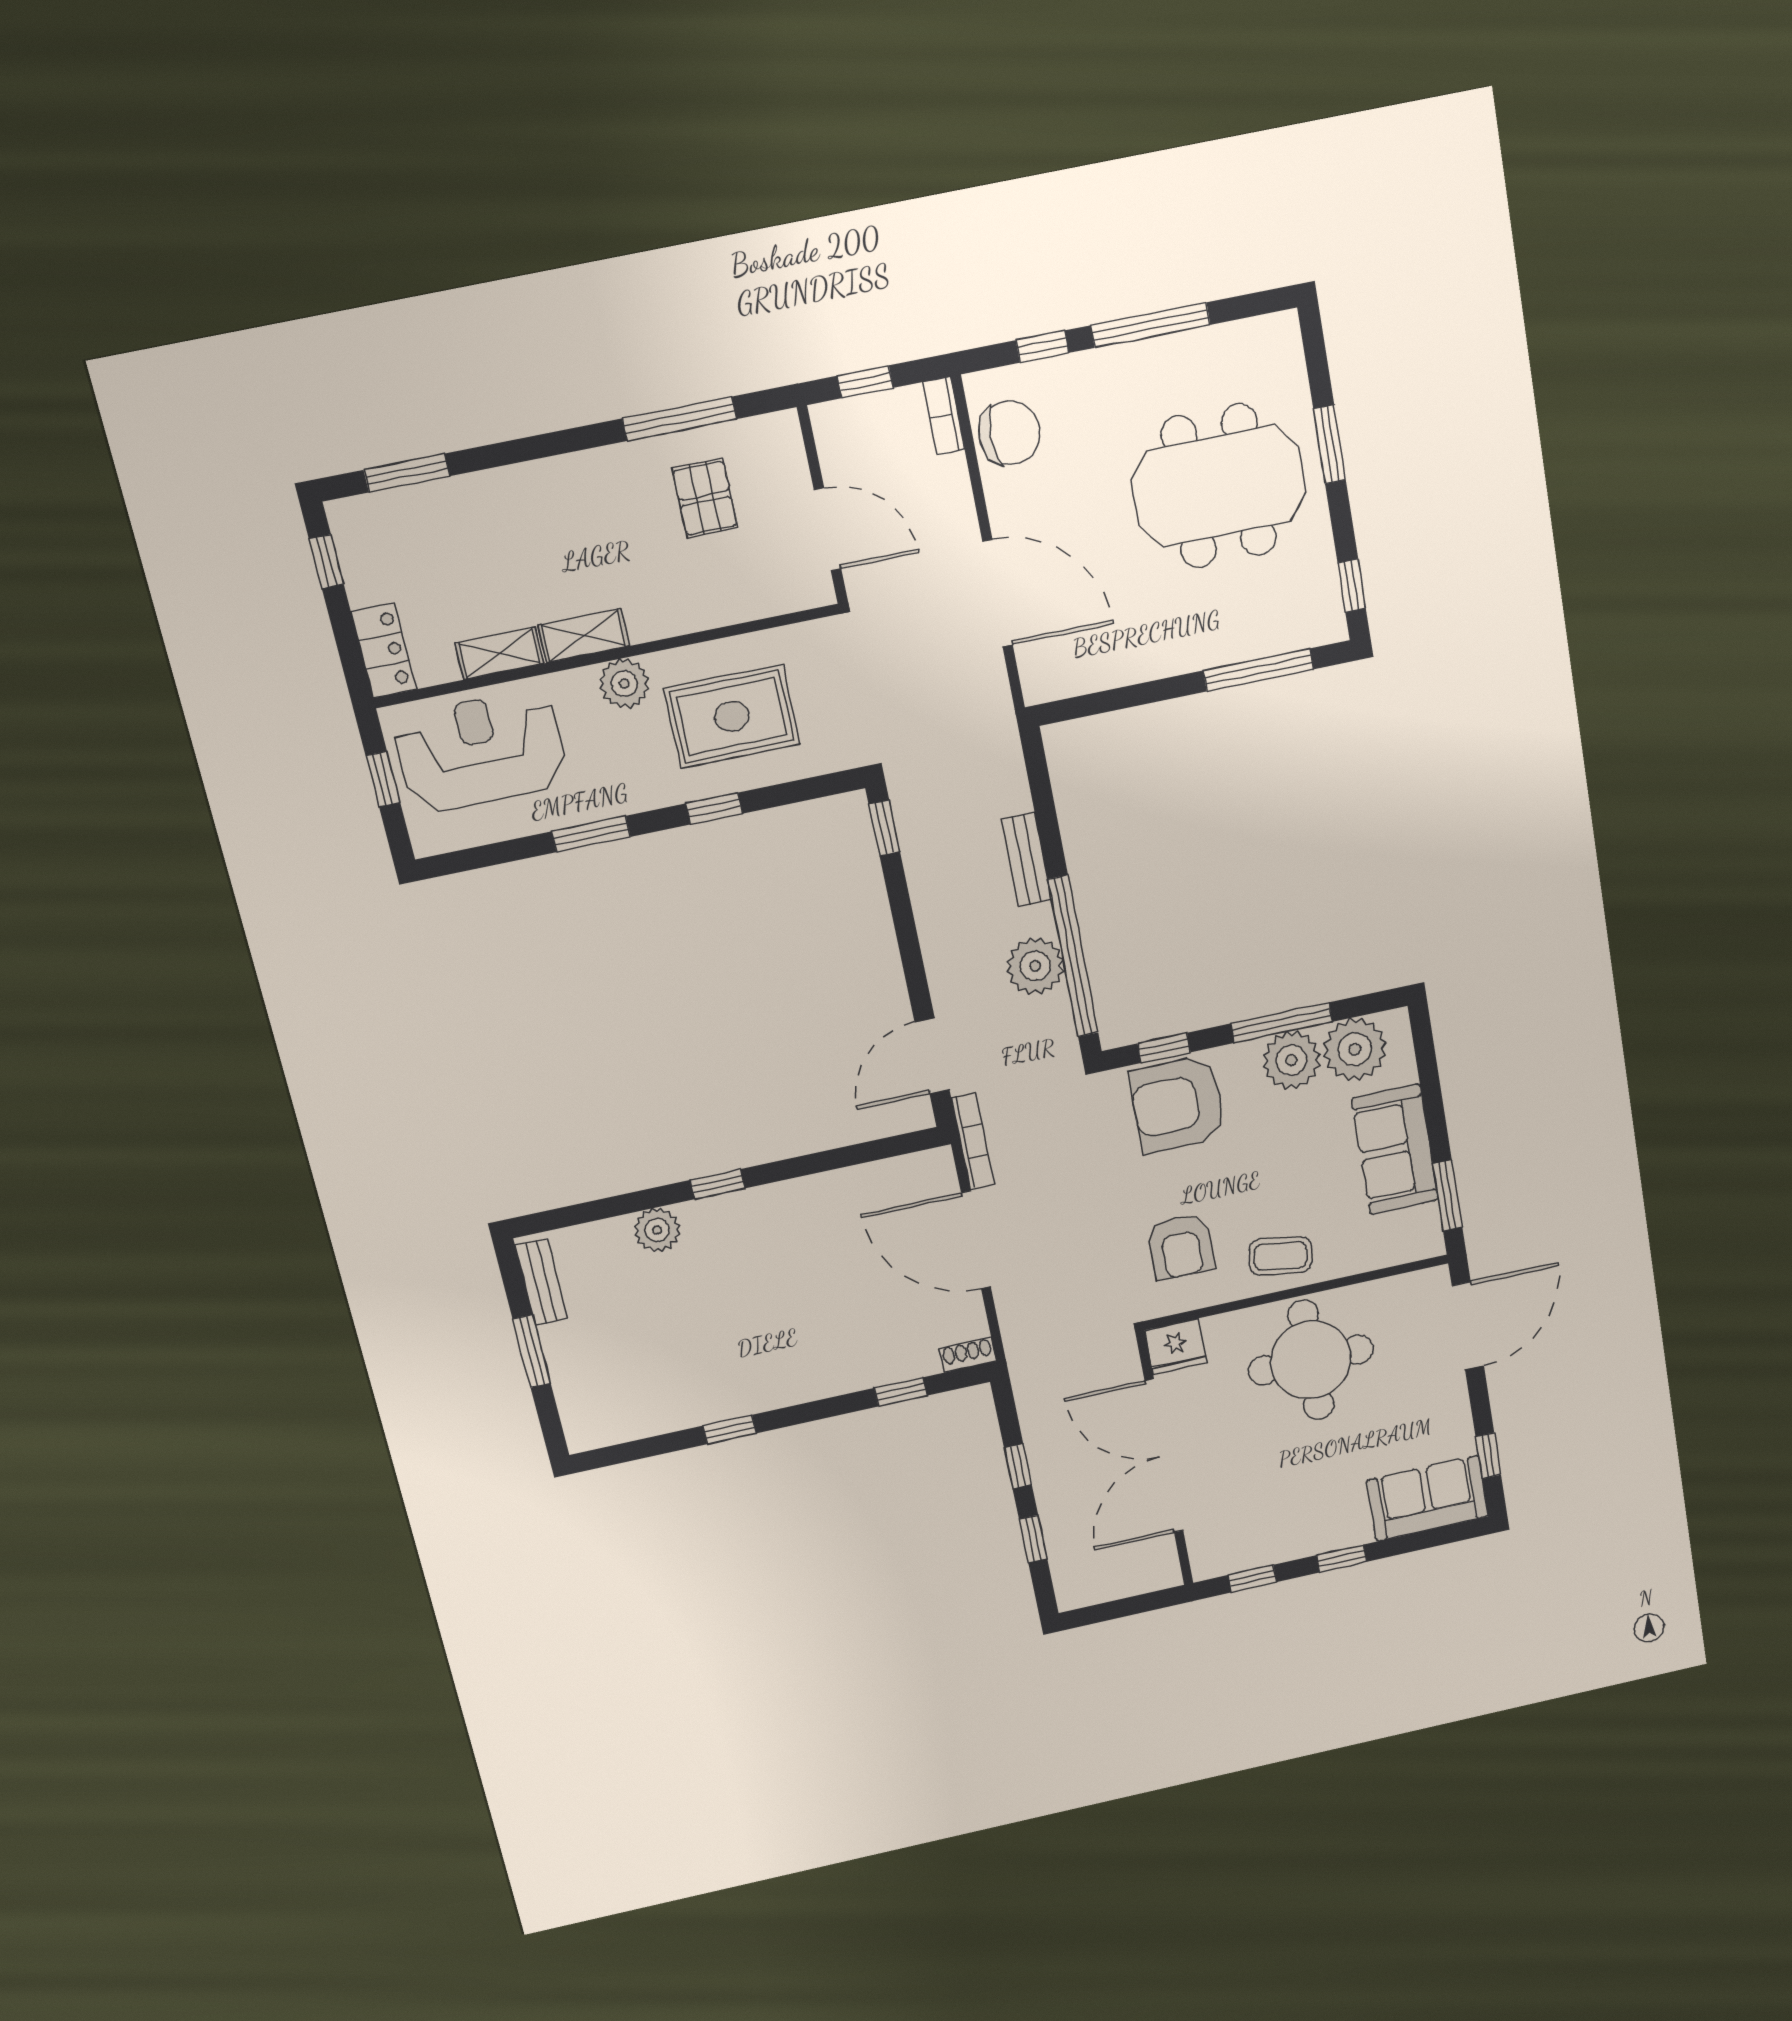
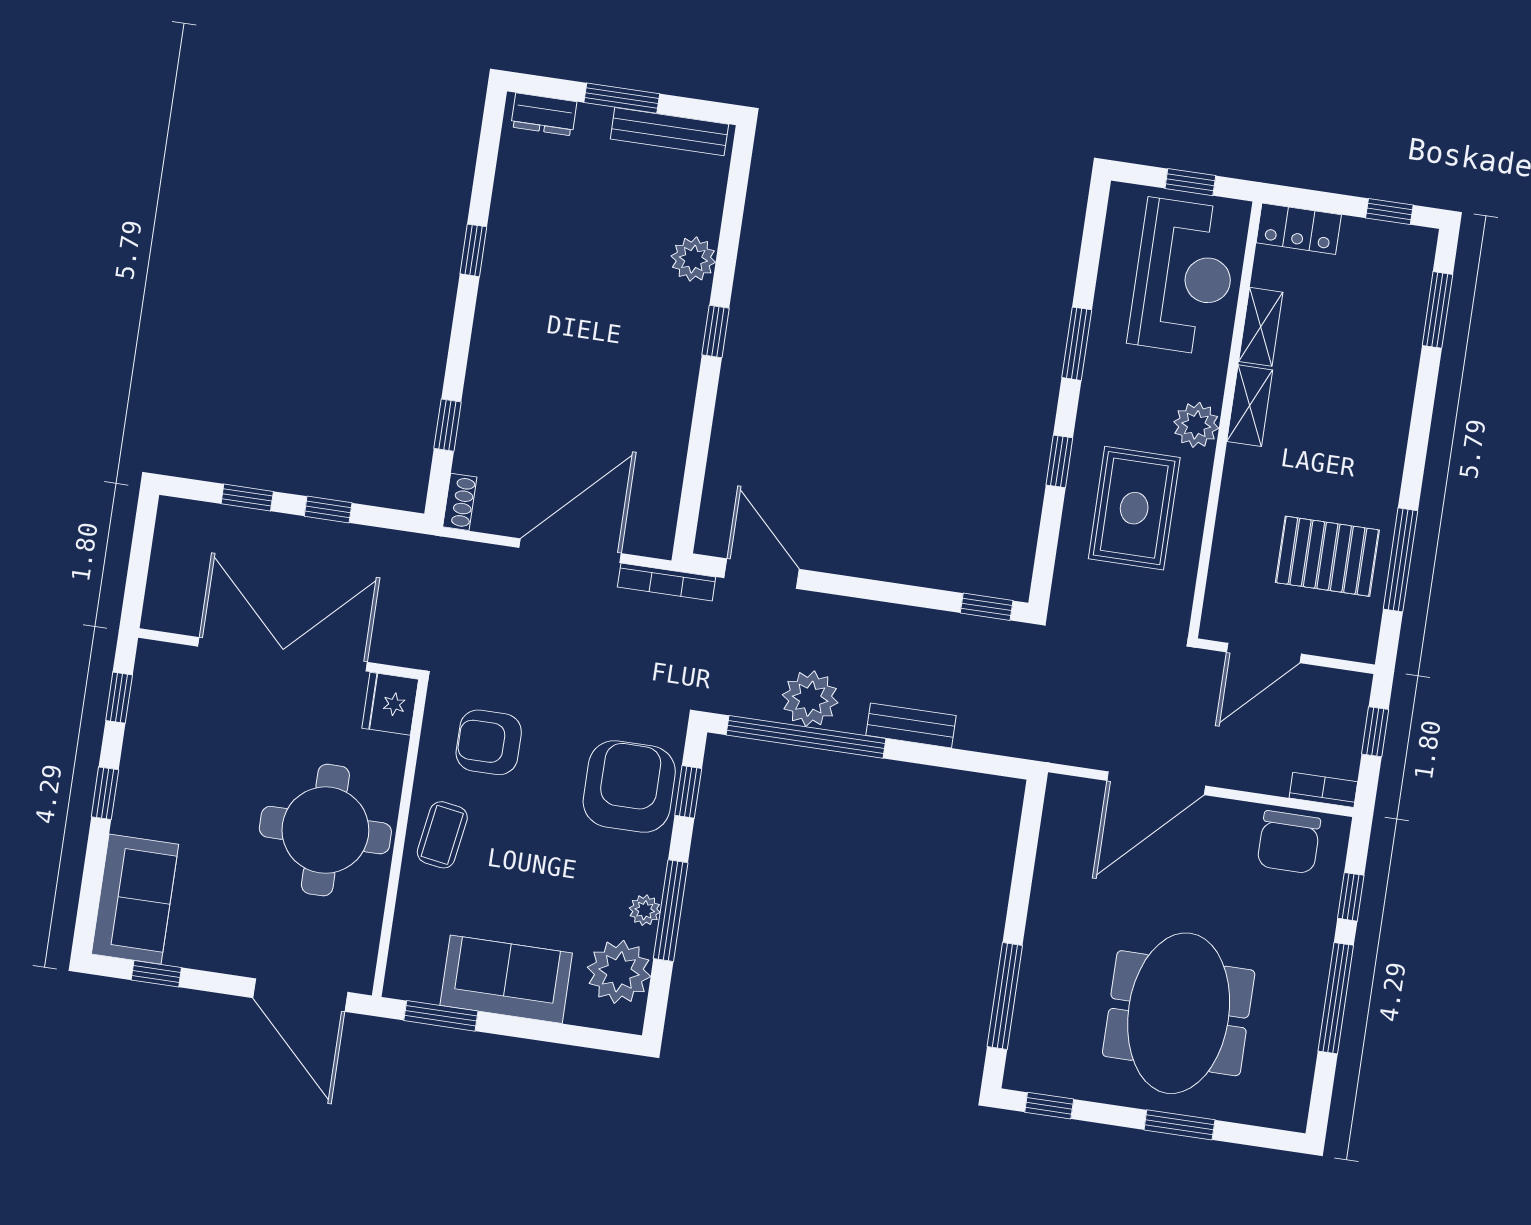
pallet: (705, 498) -> (1327, 556), width x1.50, depth x1.42
plant: (1291, 1060) -> (645, 910), width x0.53, depth x0.53
bench: (541, 1282) -> (669, 132), width x1.36
dresser: (577, 1415) -> (544, 114), added

